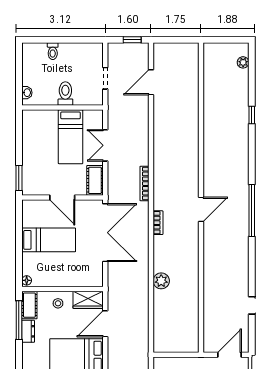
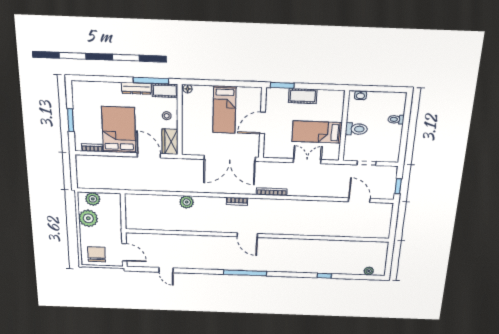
cot: (95, 180) -> (303, 96), moved
dresser: (28, 331) -> (136, 88), width x1.44

